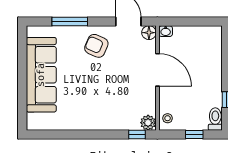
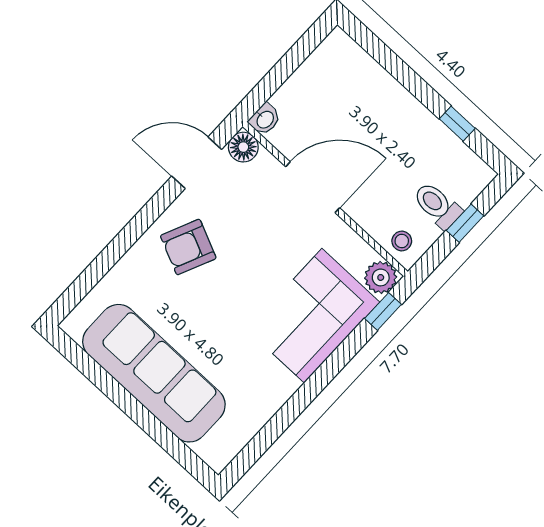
window: (70, 21) -> (113, 253), removed
corner sofa: (113, 112) -> (313, 316), added
toilet: (215, 119) -> (437, 205), moved

